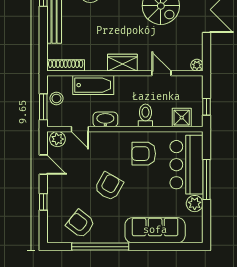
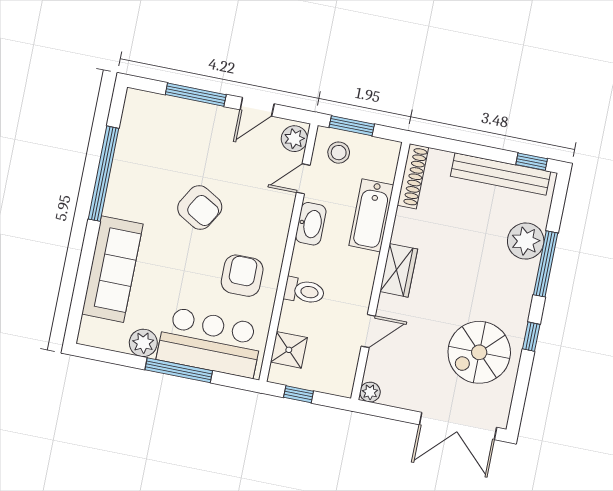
stool: (56, 98) -> (339, 153), moved
window: (43, 202) -> (196, 95), width x2.17
armchair: (80, 224) -> (147, 148), removed

